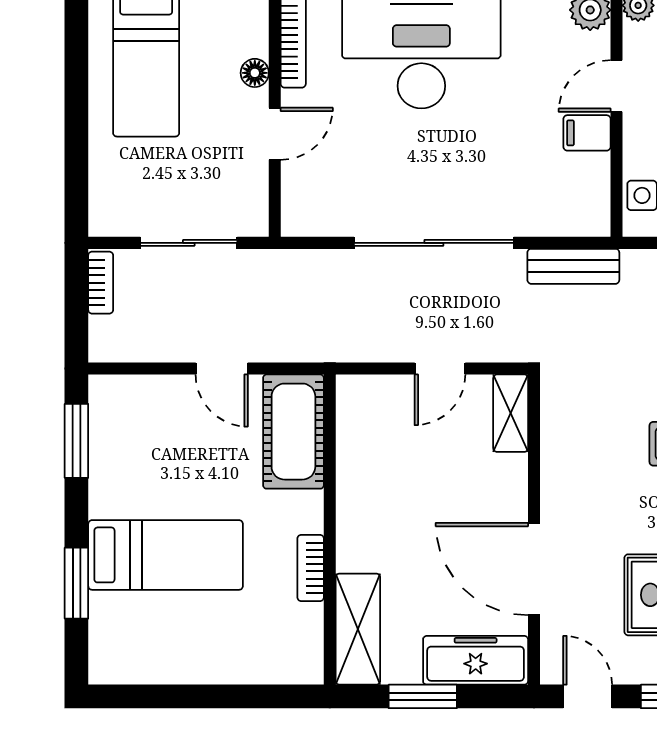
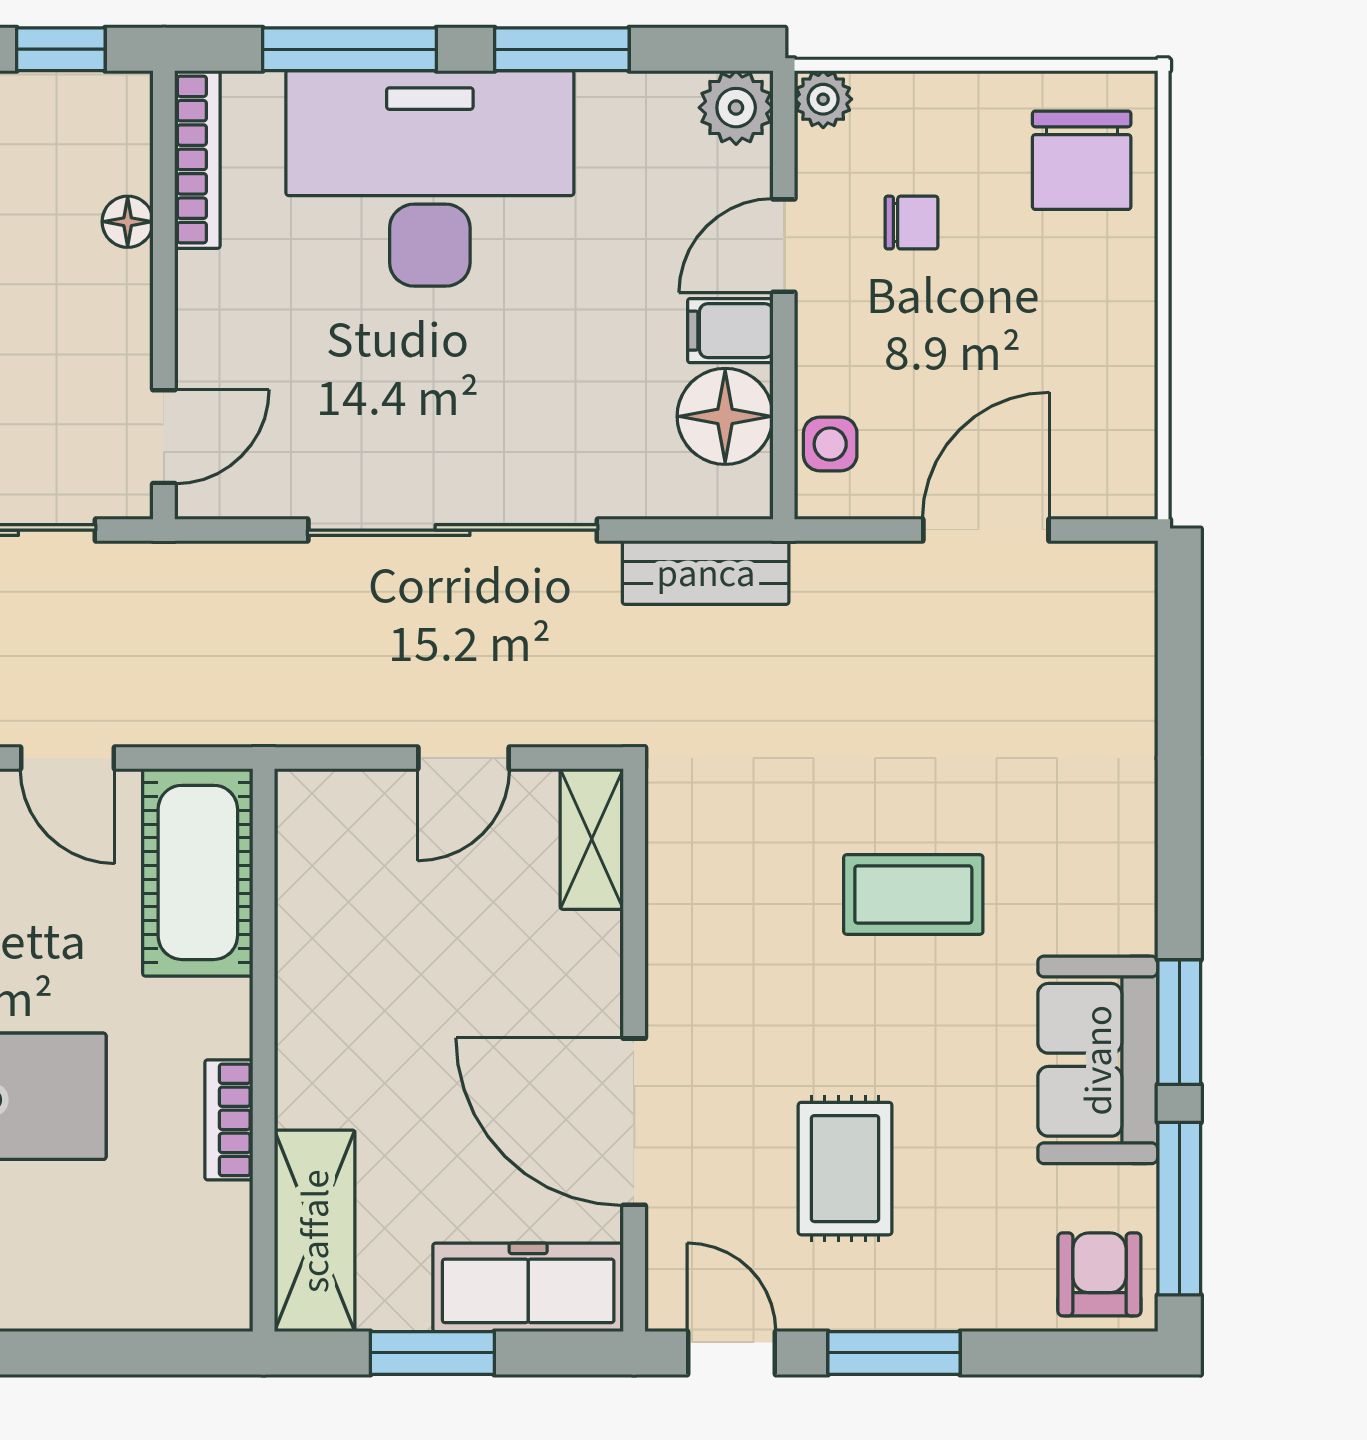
door: (275, 134) -> (164, 437), moved
floor lamp: (584, 180) -> (725, 416), added

